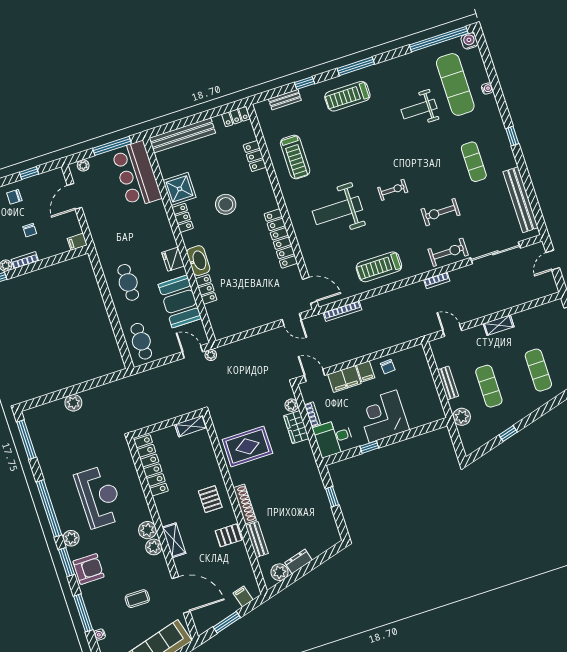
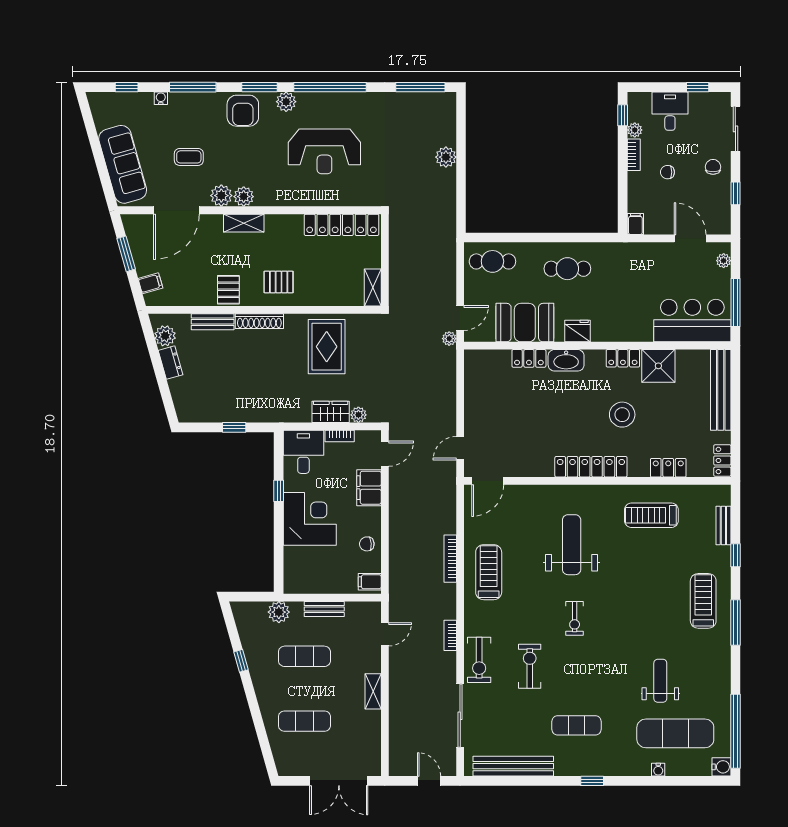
locker: (281, 238) -> (591, 467), moved
bookcase: (342, 311) -> (450, 559), moved
filing cabinet: (366, 371) -> (370, 582), moved
plant: (147, 530) -> (221, 196), moved
coffee table: (137, 599) -> (189, 157), turned 90

